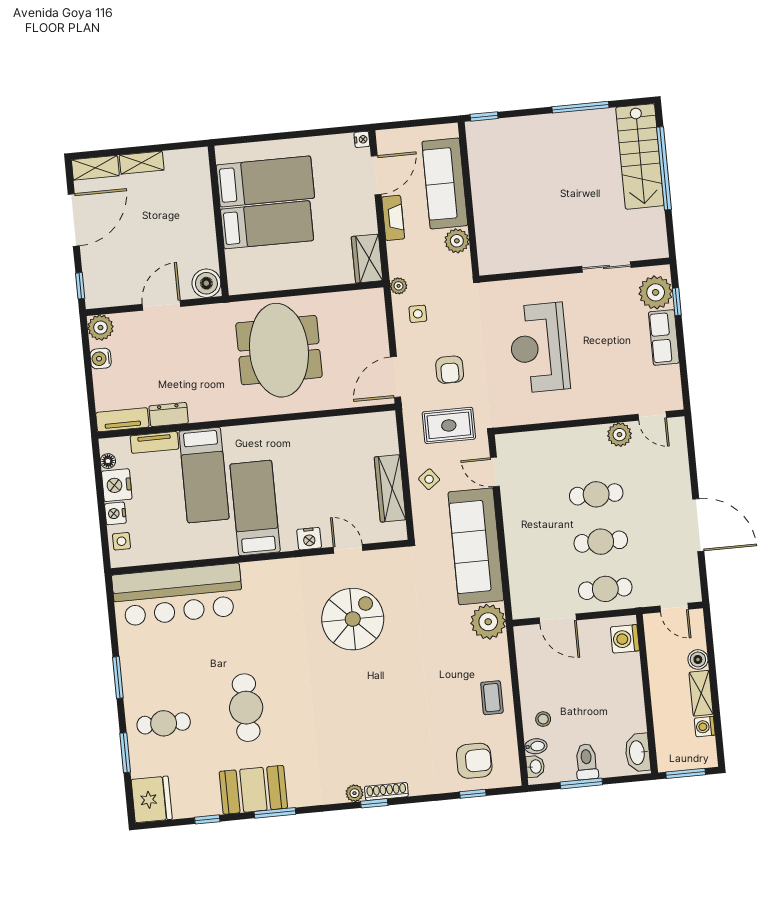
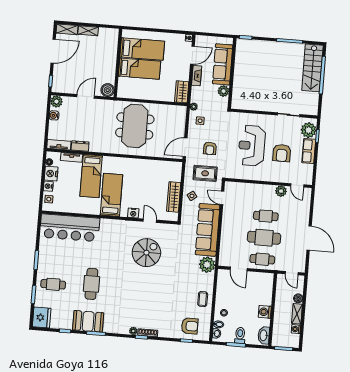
armchair: (606, 352) -> (282, 153), added
cafe table: (601, 542) -> (264, 238), width x1.37, depth x1.35
washing machine: (625, 639) -> (265, 312), moved

